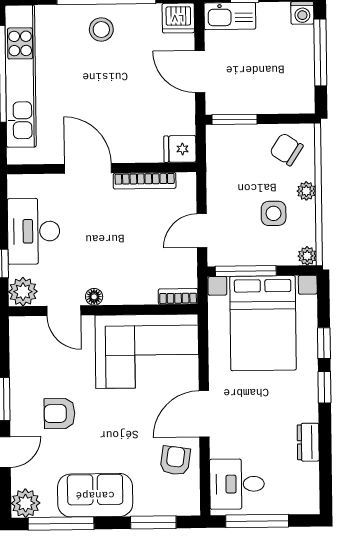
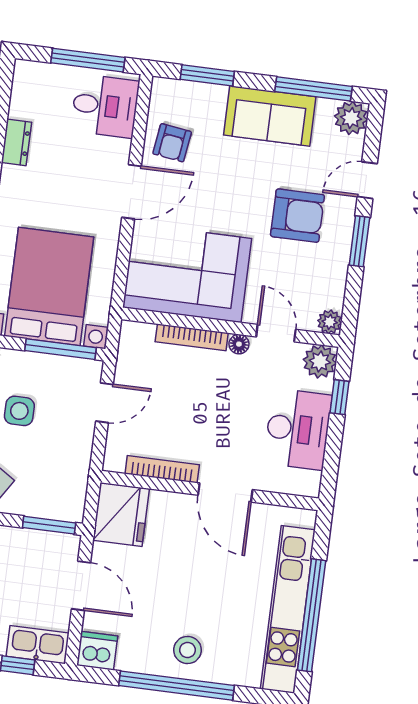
fridge: (180, 149) -> (121, 514), width x1.88, depth x1.34
bookcase: (178, 296) -> (192, 337), moved, width x1.56
plant: (19, 327) -> (330, 322), added
armchair: (60, 413) -> (297, 216), width x1.38, depth x1.38

